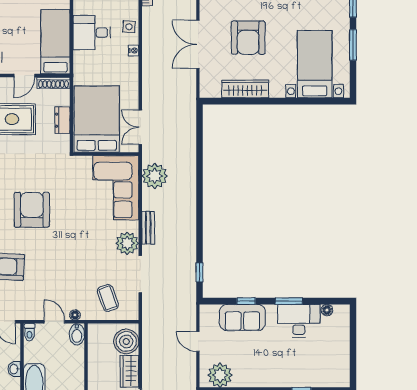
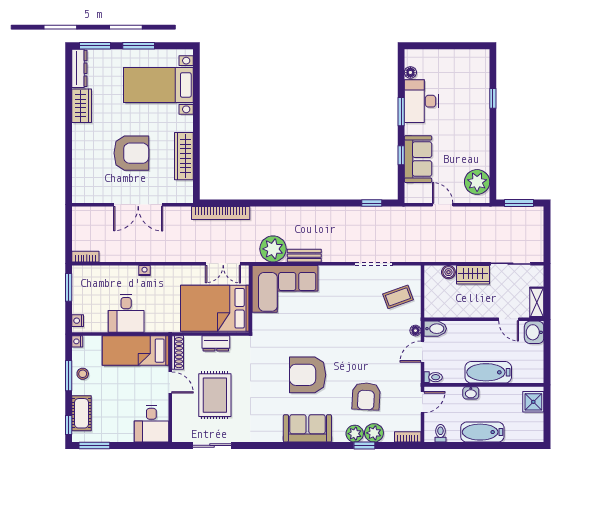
side table: (129, 27) -> (120, 275), removed
bookcase: (190, 125) -> (221, 213), added
bench: (148, 228) -> (304, 256), moved
plant: (127, 243) -> (342, 277), removed
boiler: (126, 341) -> (448, 272), width x0.54, depth x0.54
door: (198, 342) -> (443, 205), swing flipped

